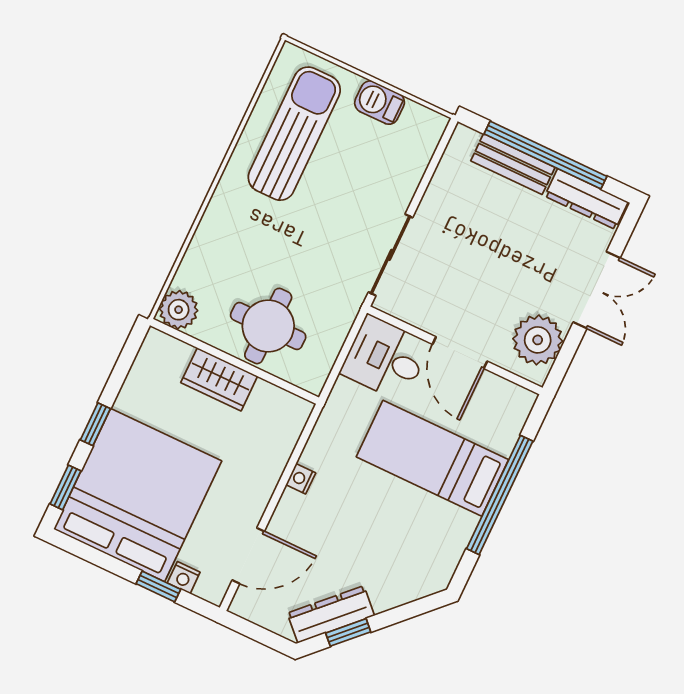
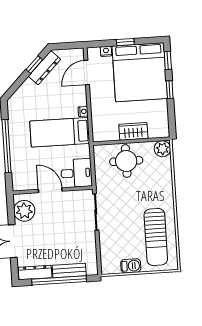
bed: (432, 458) -> (60, 132), moved, turned 180
window: (158, 587) -> (125, 42), moved

